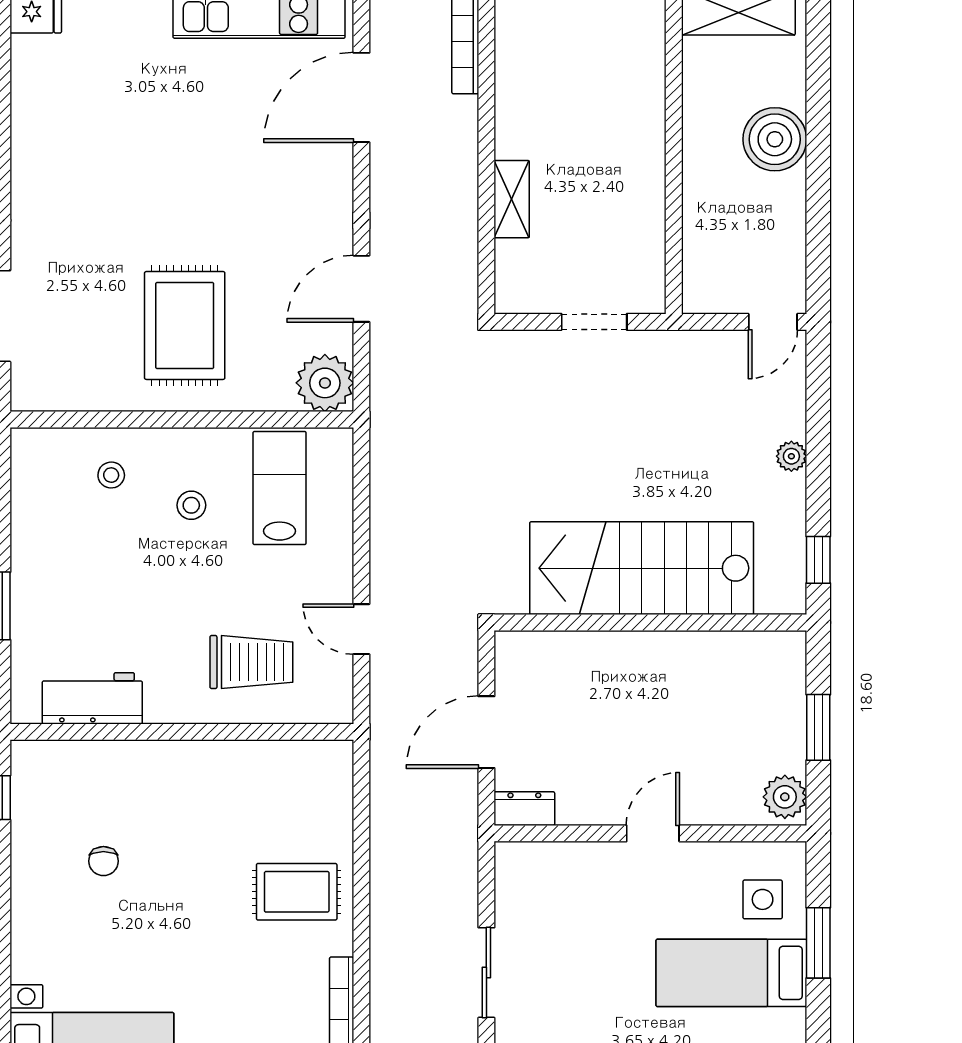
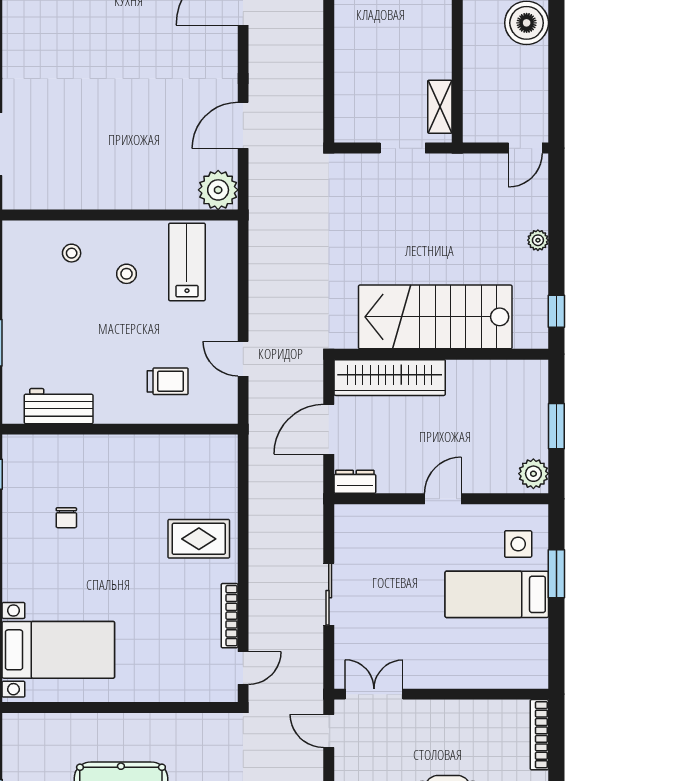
shelving: (512, 199) -> (440, 107), moved
rug: (185, 325) -> (122, 151), removed
wardrobe: (575, 657) -> (390, 378), added
trolley: (251, 662) -> (168, 381), width x0.73, depth x0.72

